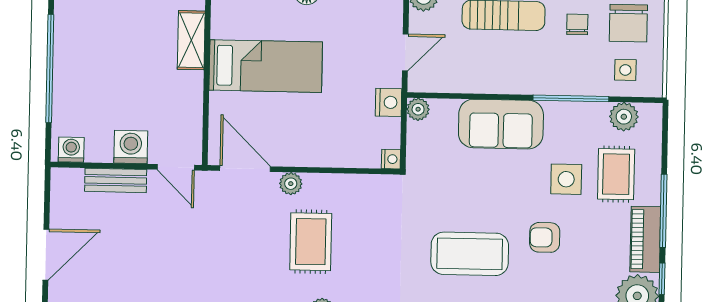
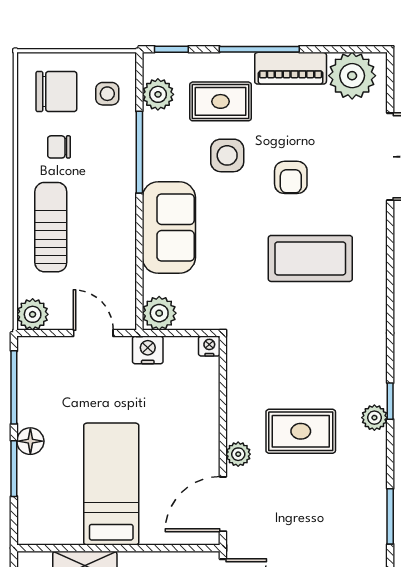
plant: (418, 109) -> (159, 313), width x1.38, depth x1.38
coffee table: (470, 254) -> (310, 258), turned 90
window: (662, 279) -> (171, 49), moved

